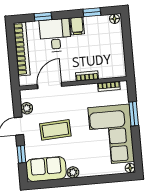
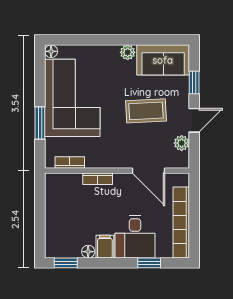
window: (92, 12) -> (66, 263), moved
floor lamp: (114, 19) -> (88, 252), moved
door: (50, 86) -> (148, 171), hinge flipped

